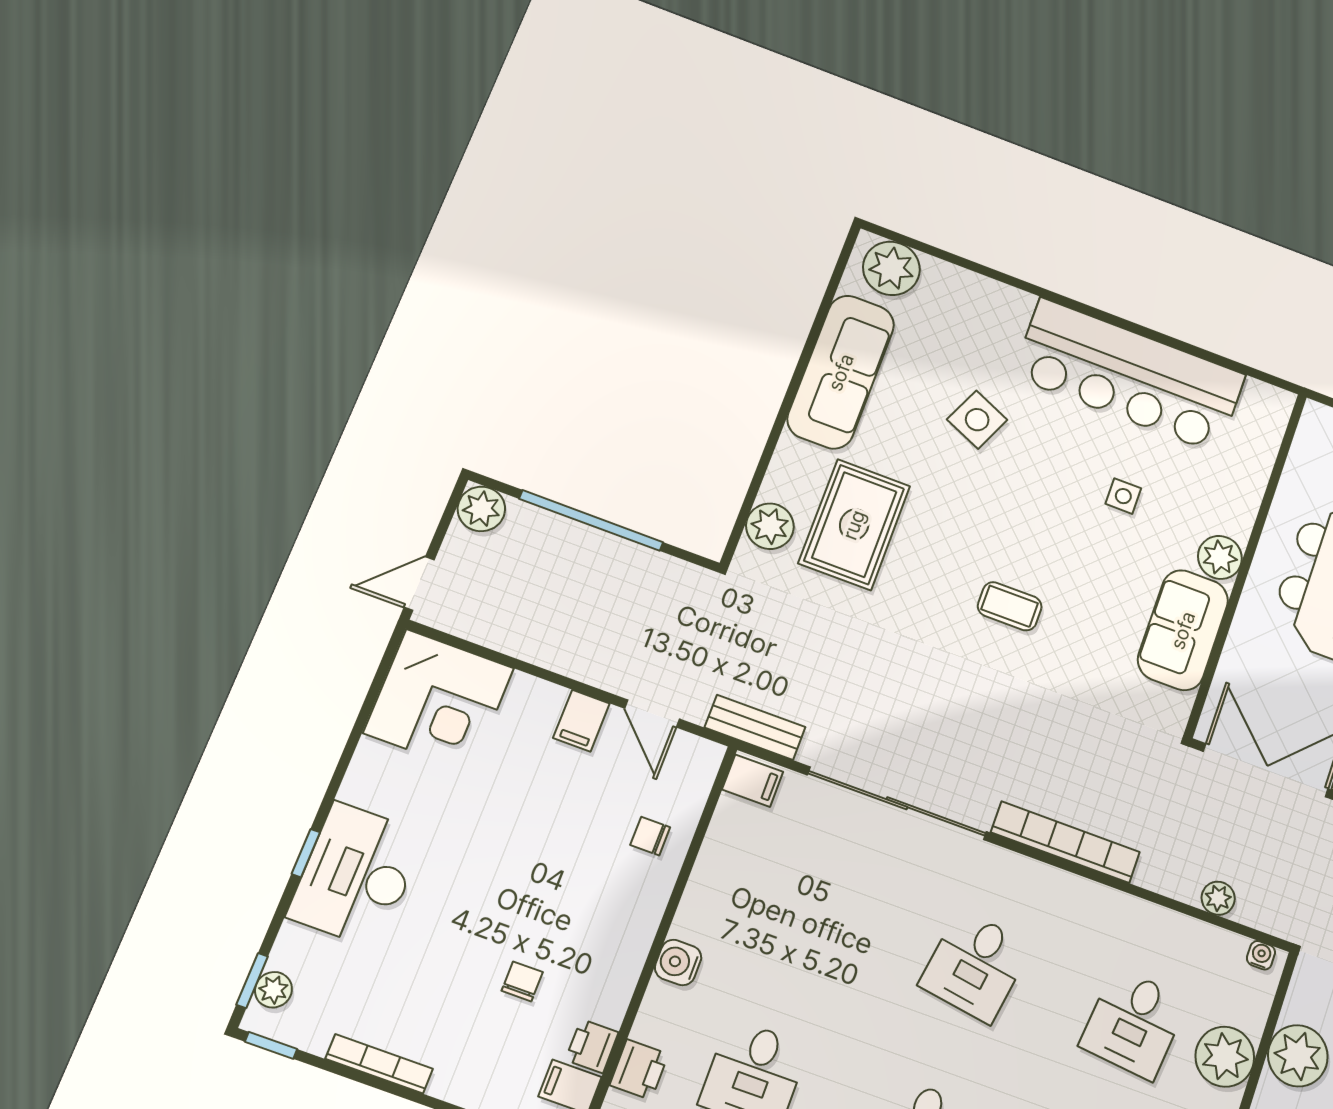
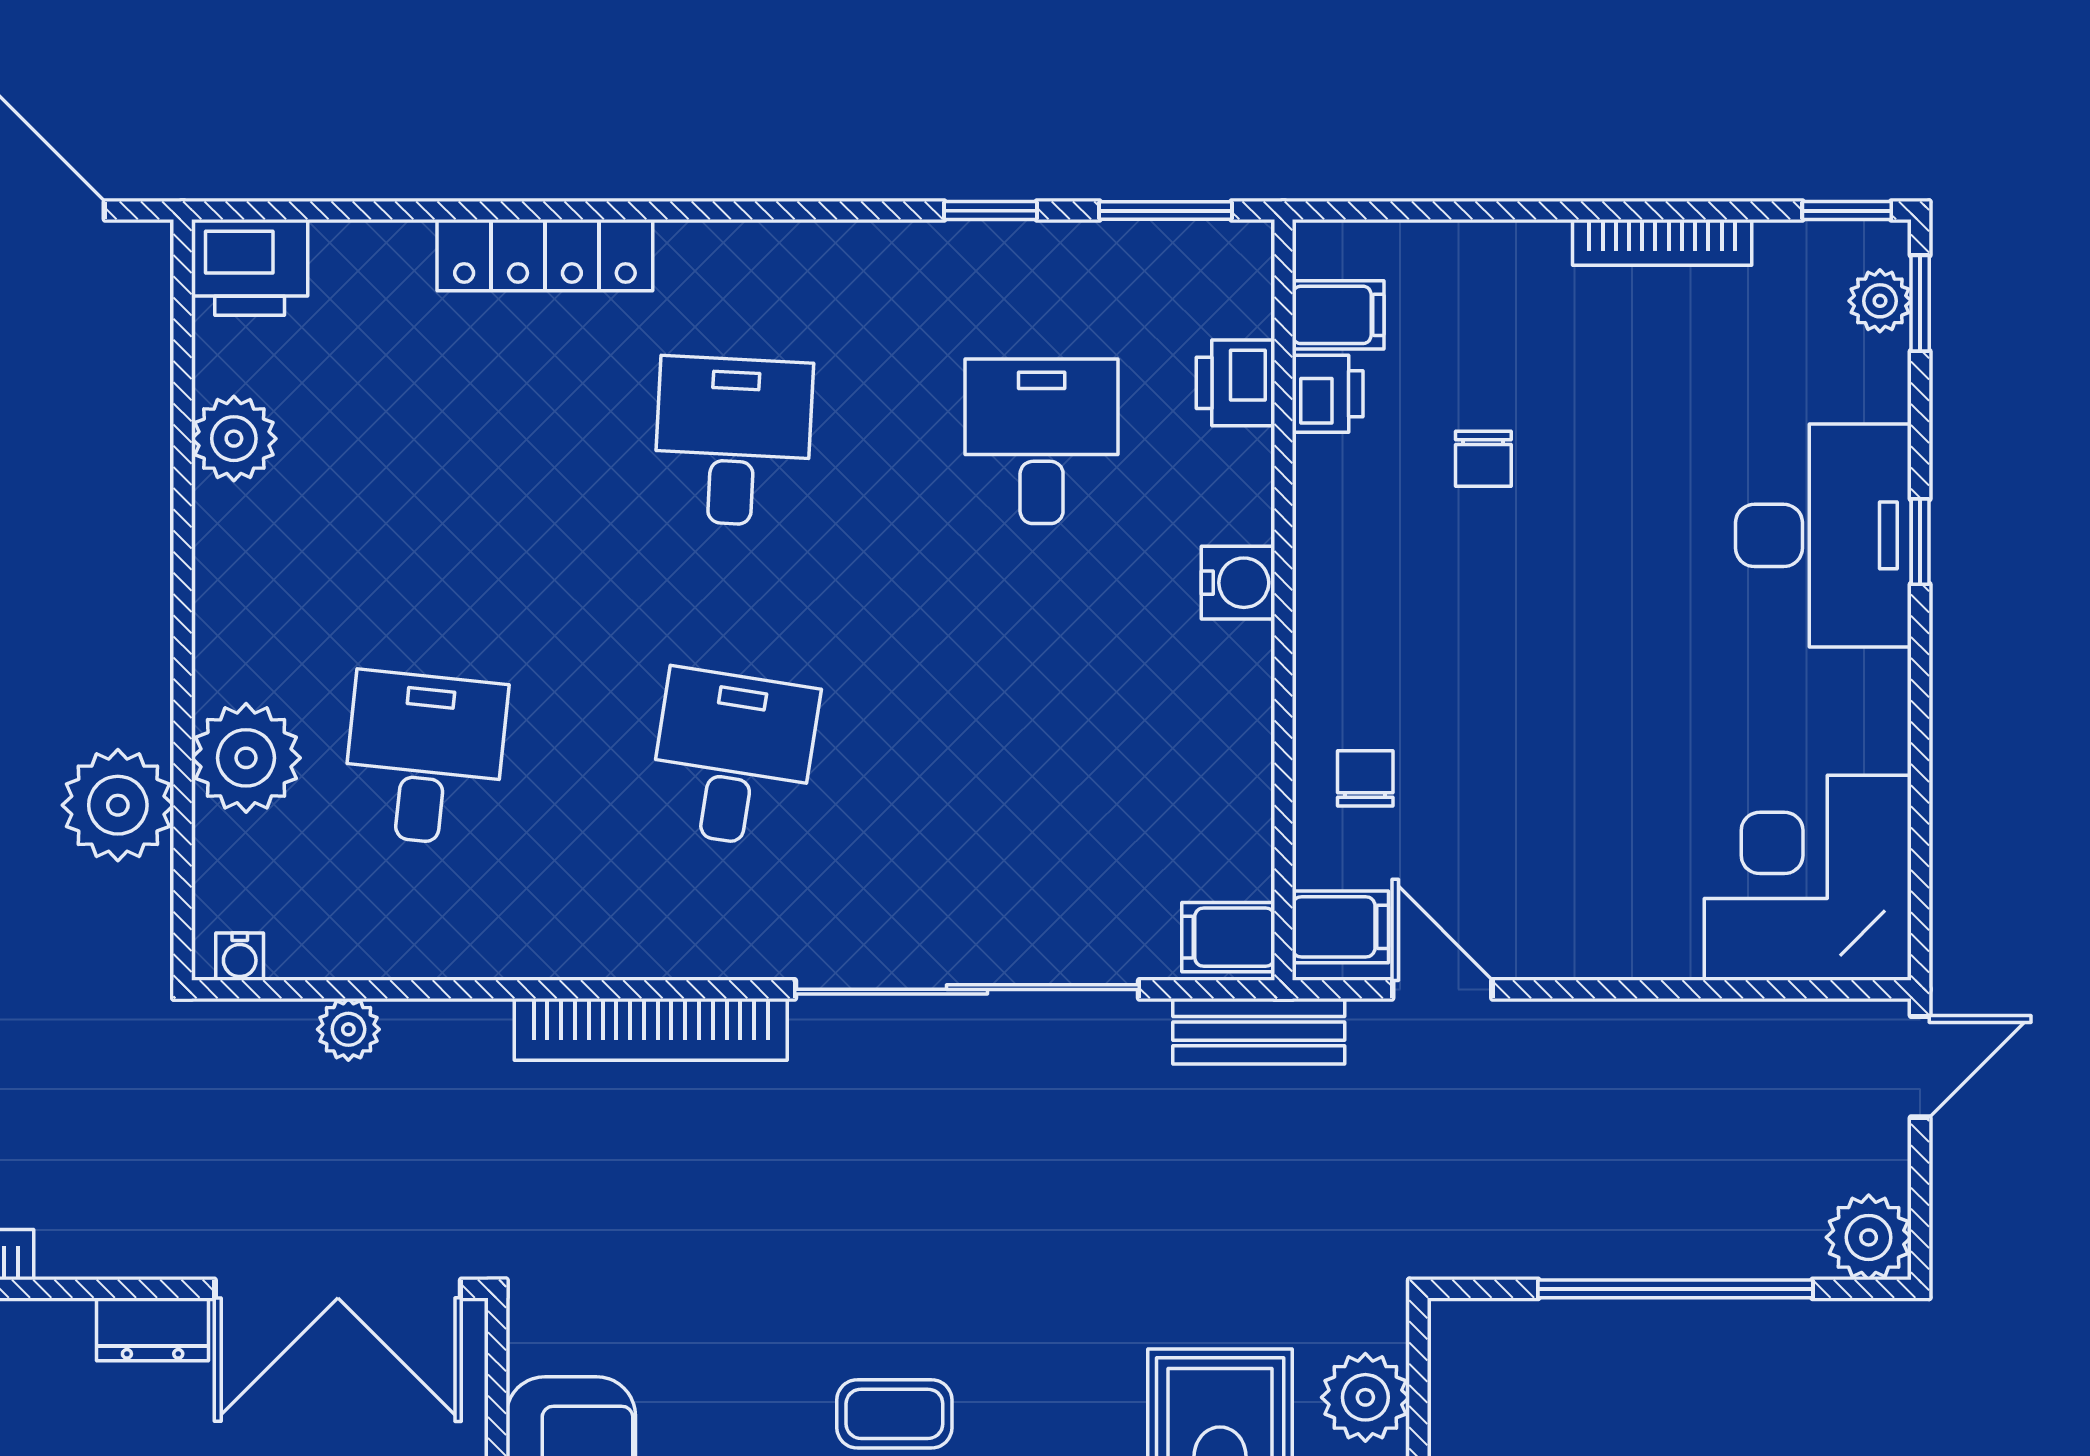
filing cabinet: (581, 721) -> (1340, 927), moved, turned 90
chair: (650, 836) -> (1365, 778), turned -90

